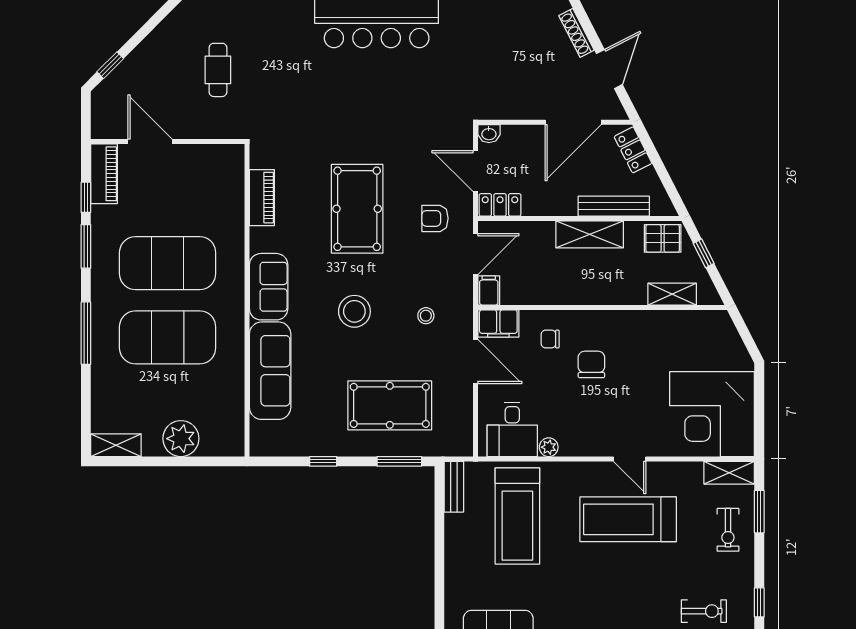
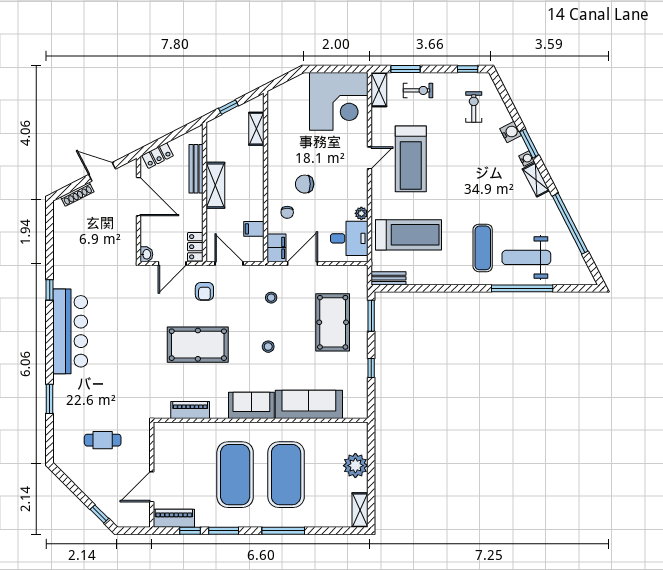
pallet: (663, 238) -> (218, 135), removed
filing cabinet: (489, 290) -> (254, 229), moved
stool: (354, 311) -> (268, 347), width x0.53, depth x0.53

